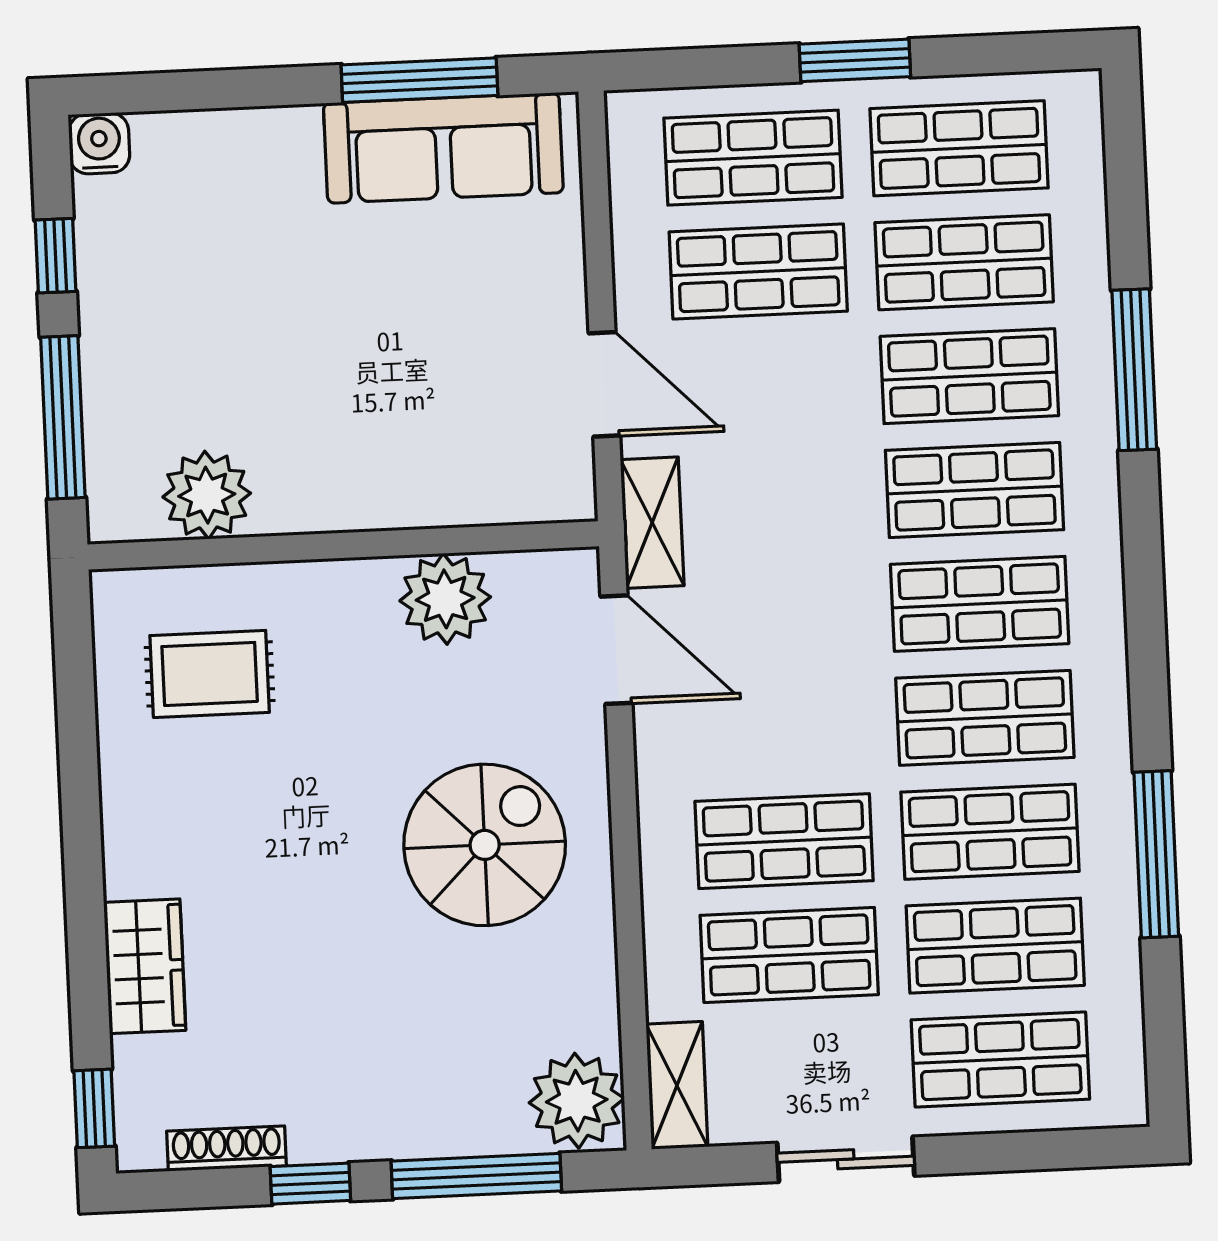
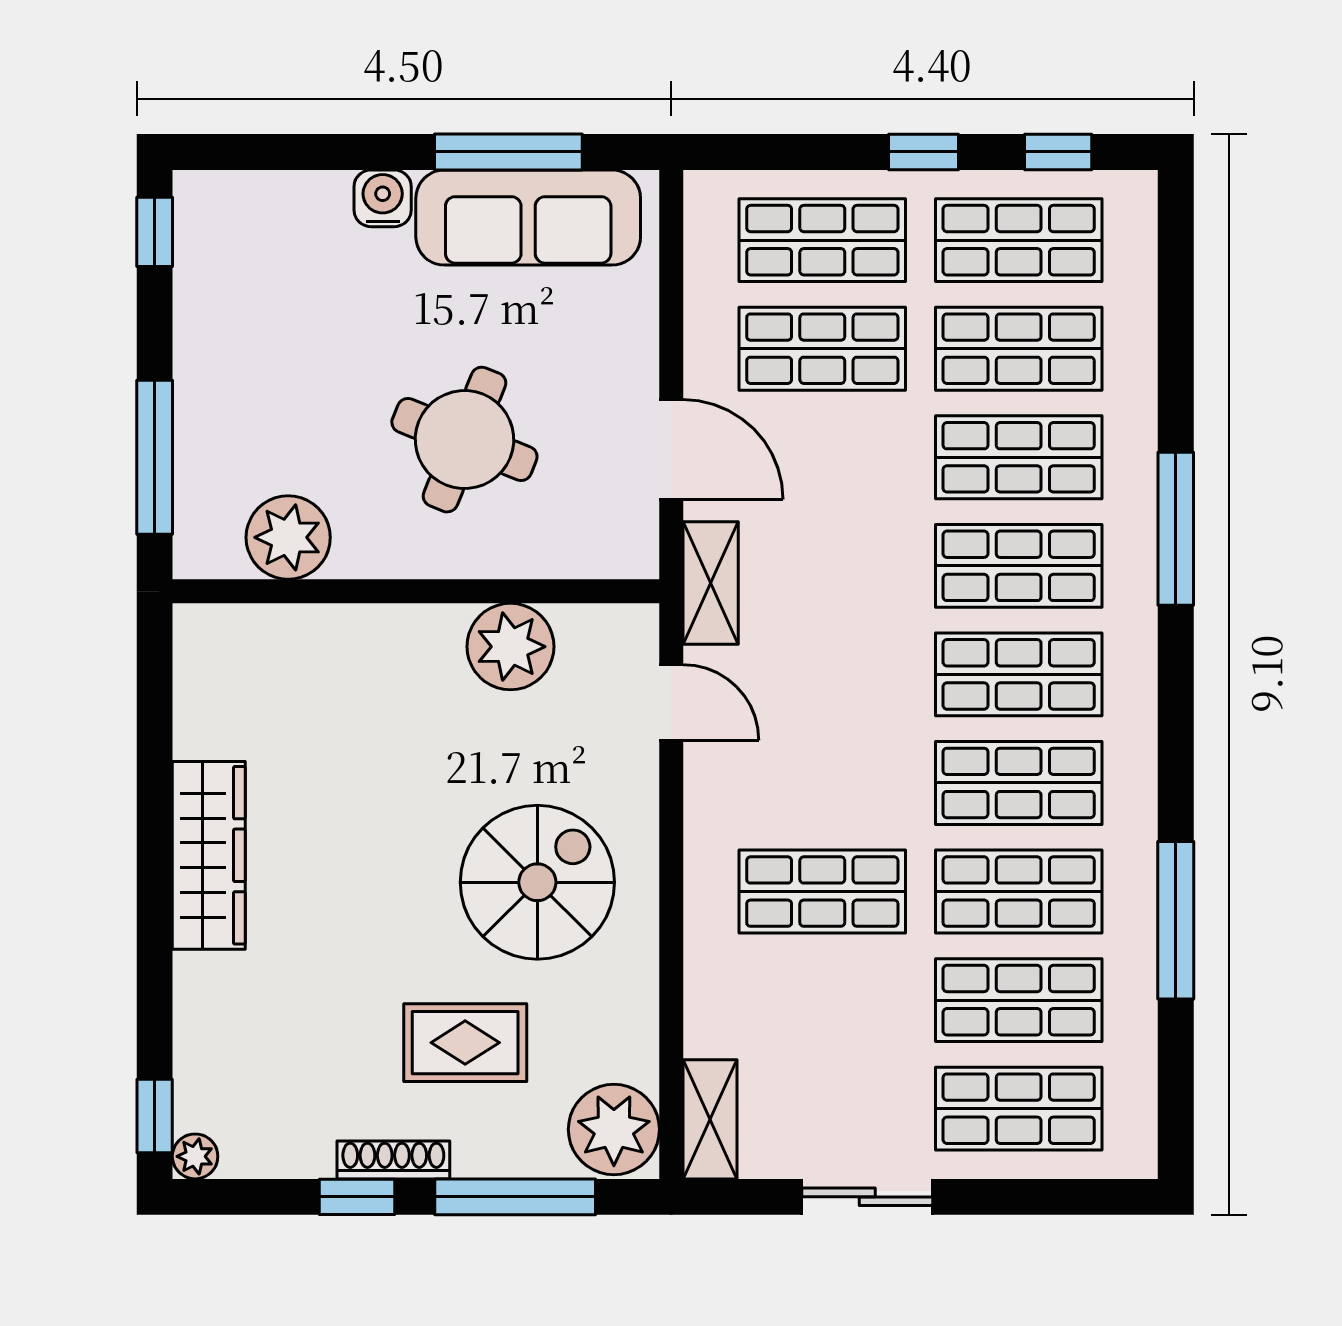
window: (996, 54) -> (1058, 152), added
window: (855, 60) -> (923, 152), width x0.67
water cooler: (99, 143) -> (383, 198), moved
window: (56, 256) -> (155, 232), moved
window: (1134, 370) -> (1176, 529), moved
round table: (387, 384) -> (464, 440), added
door: (616, 650) -> (671, 702), width x0.73
rug: (210, 674) -> (465, 1043), moved
shop shelf: (789, 955) -> (822, 1000), removed
wardrobe: (145, 966) -> (209, 855), moved, width x1.50
plant: (139, 1149) -> (195, 1156), added
shoe rack: (227, 1149) -> (393, 1160), moved

